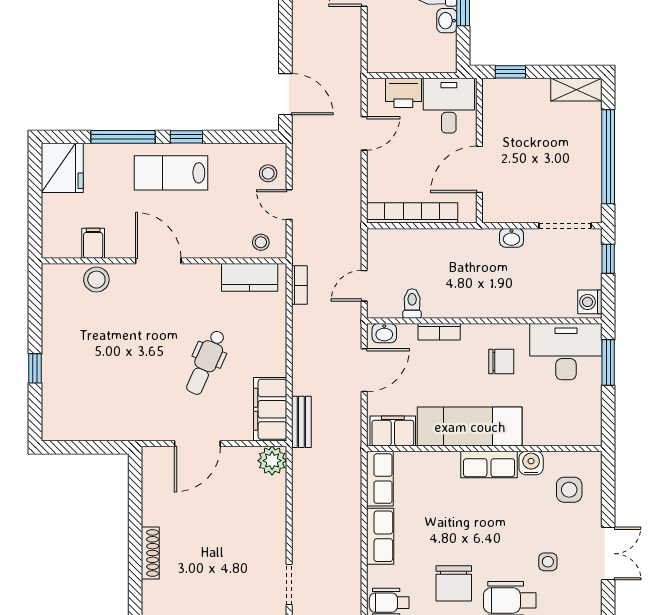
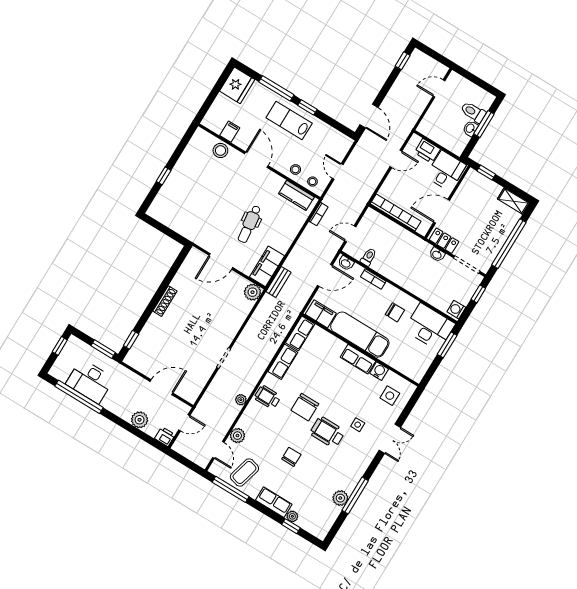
stool: (268, 173) -> (295, 169), moved
locker: (509, 211) -> (444, 241), added
dental chair: (206, 362) -> (249, 224), turned -31

